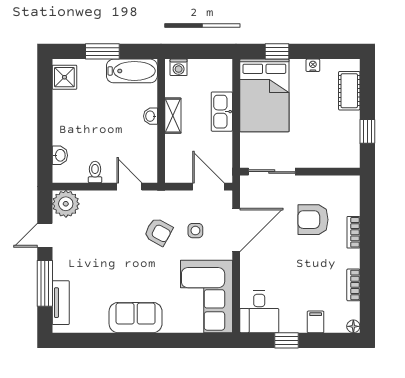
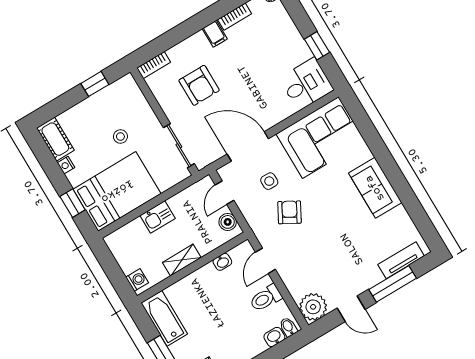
cot: (349, 91) -> (55, 139), moved, turned 90
kitchen sink: (222, 112) -> (158, 217), width x0.73
washbasin: (151, 116) -> (222, 262), moved
stool: (309, 126) -> (120, 137), added
bidet: (61, 172) -> (288, 327), added
toilet: (95, 172) -> (266, 298), width x1.37, depth x1.39
boiler: (182, 174) -> (228, 222), added
door: (208, 187) -> (225, 193), width x0.73
bookcase: (353, 232) -> (154, 65), moved
filing cabinet: (316, 322) -> (215, 34), moved, turned -90

